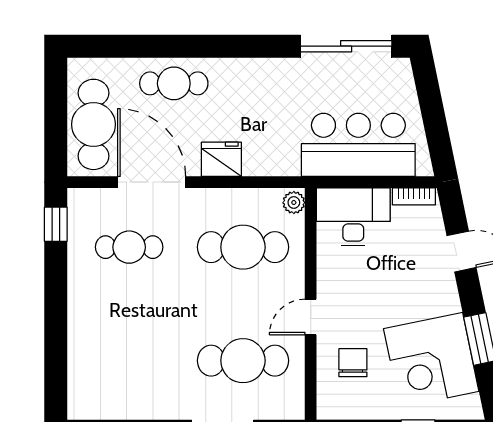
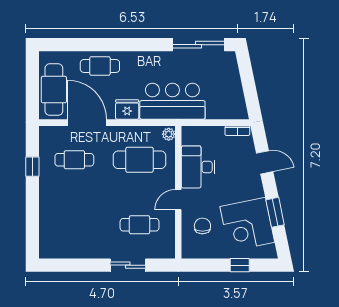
bar counter: (358, 145) -> (172, 101), moved
desk: (353, 217) -> (198, 167), moved, turned -90
window: (56, 224) -> (32, 167), moved
cafe table: (243, 361) -> (140, 225), width x0.73, depth x0.74

